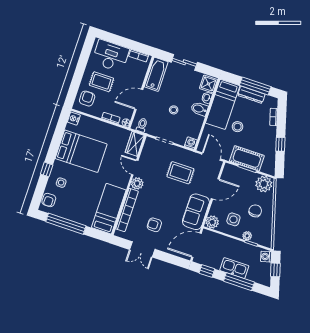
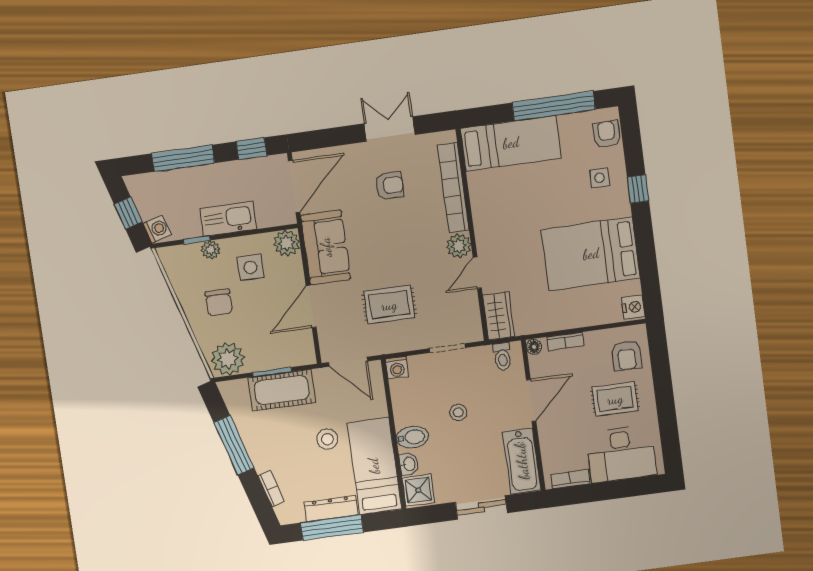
window: (280, 144) -> (234, 445), width x2.17
door: (135, 168) -> (477, 273), swing flipped
bed: (109, 209) -> (511, 143), moved, turned -90
kitchen sink: (234, 268) -> (228, 219), moved, turned 180

